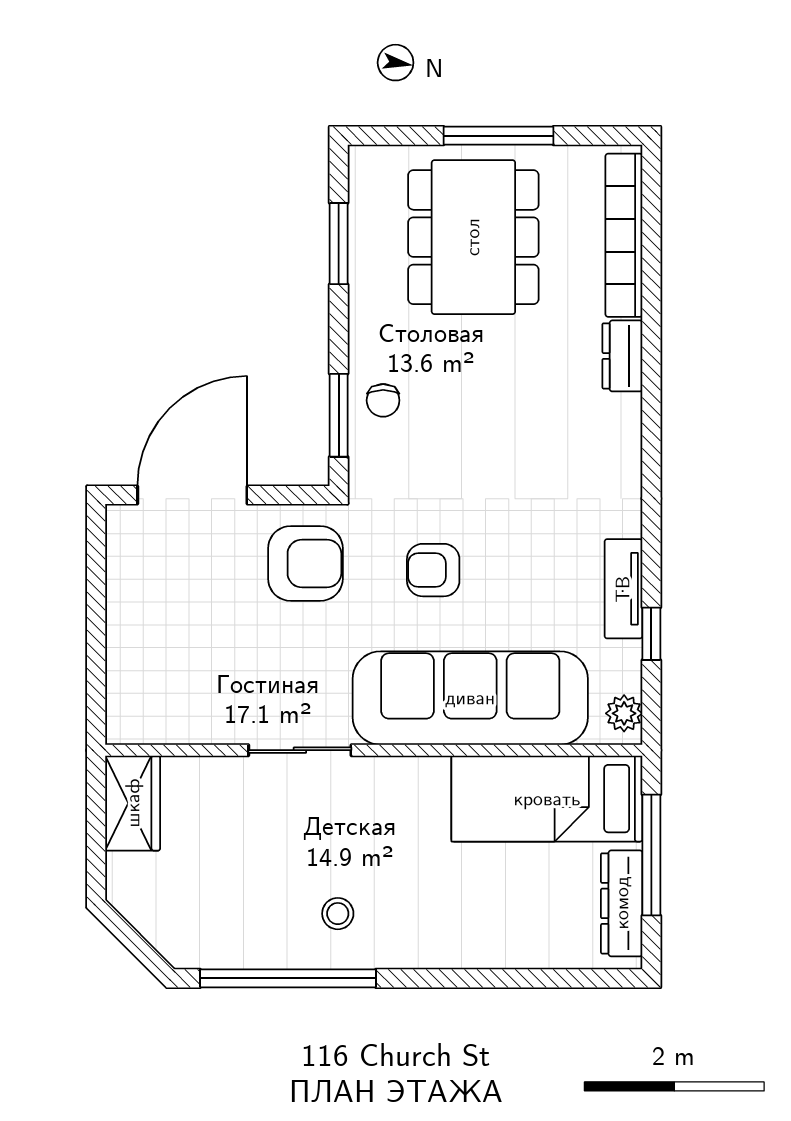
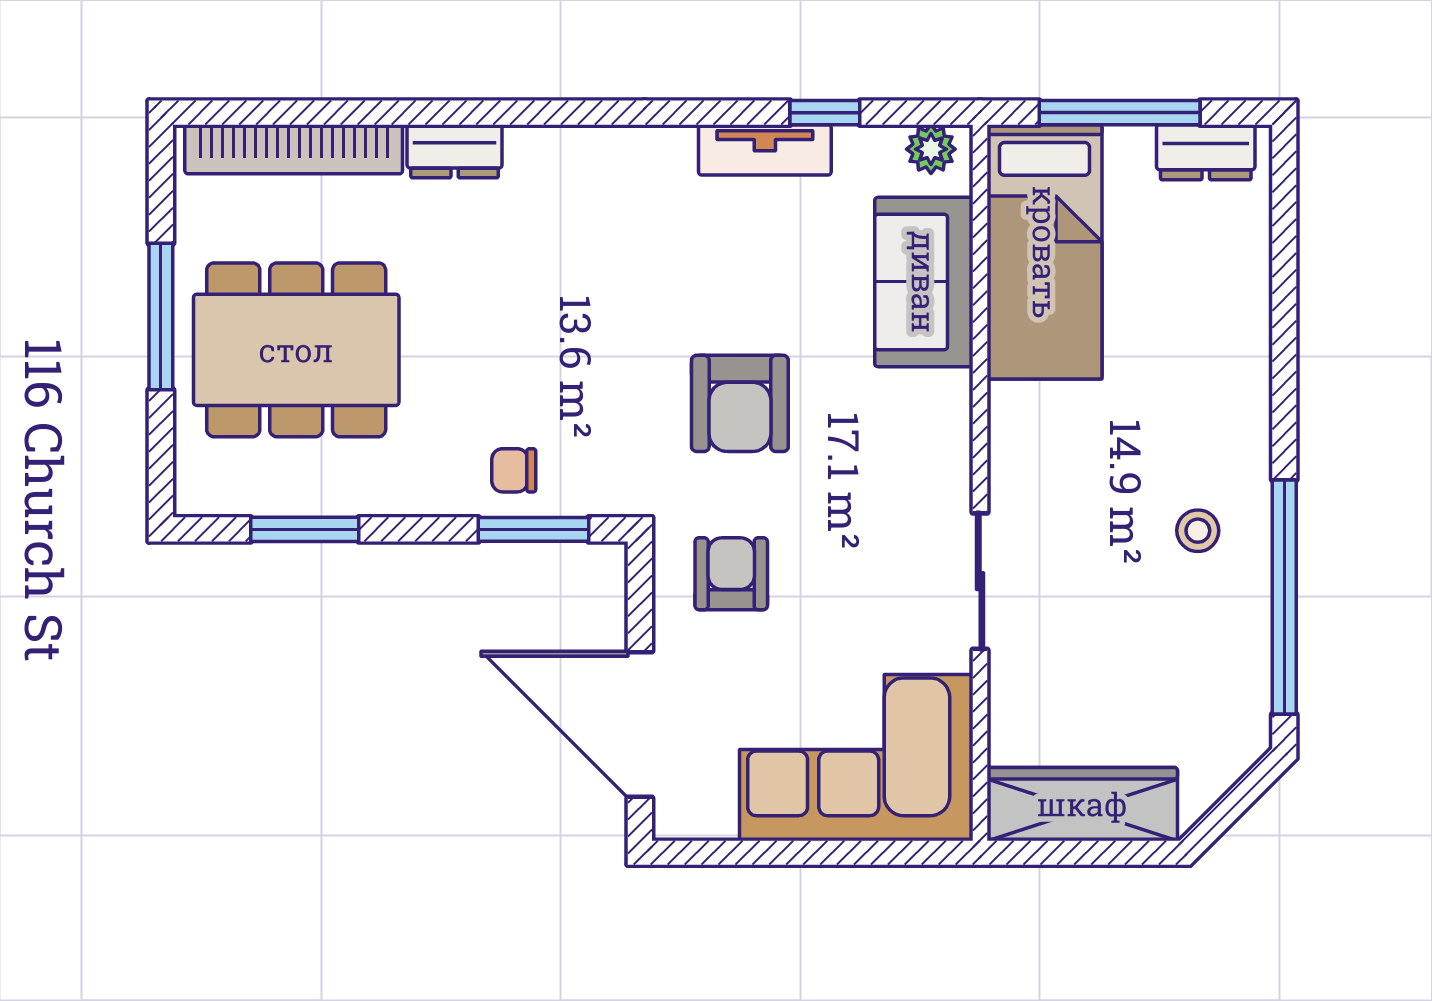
chair: (383, 400) -> (514, 470), turned 180
armchair: (305, 563) -> (731, 574), width x0.72, depth x0.72
armchair: (433, 570) -> (740, 403), width x1.38, depth x1.38
corner sofa: (168, 657) -> (856, 758), added
sofa: (470, 698) -> (924, 282), width x0.54, depth x0.79
wardrobe: (133, 803) -> (1082, 804), width x1.50
dresser: (622, 903) -> (1206, 152), width x0.70

